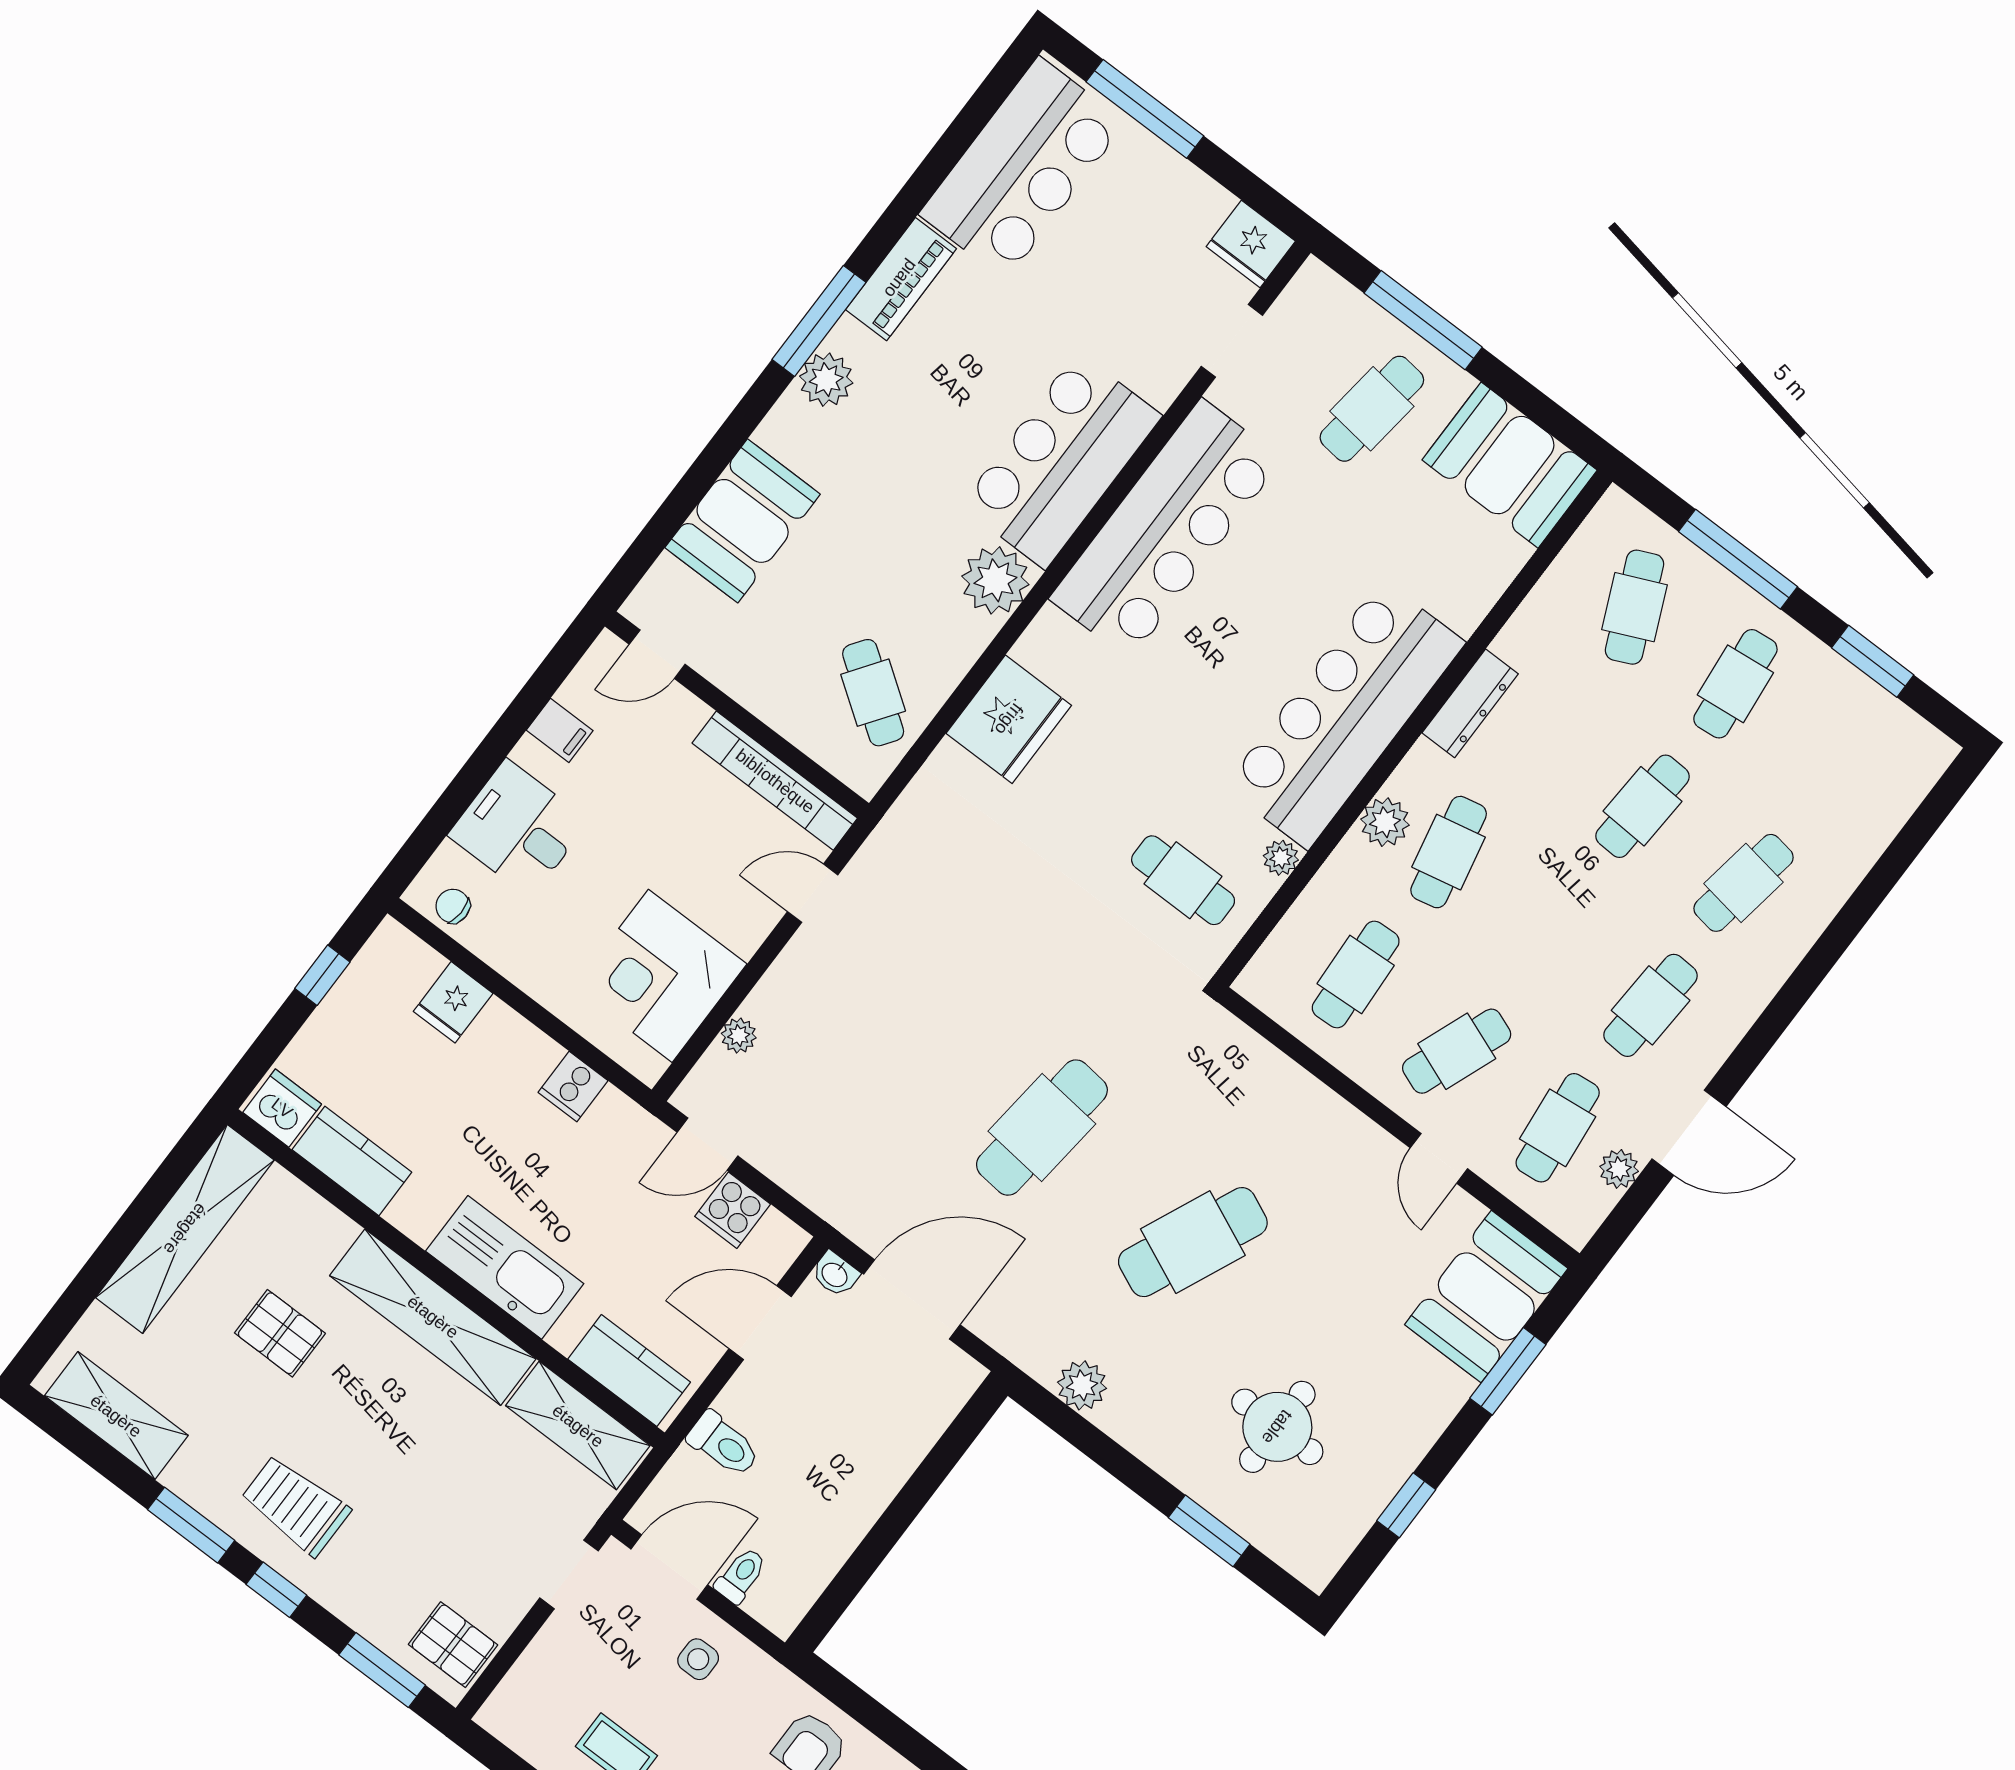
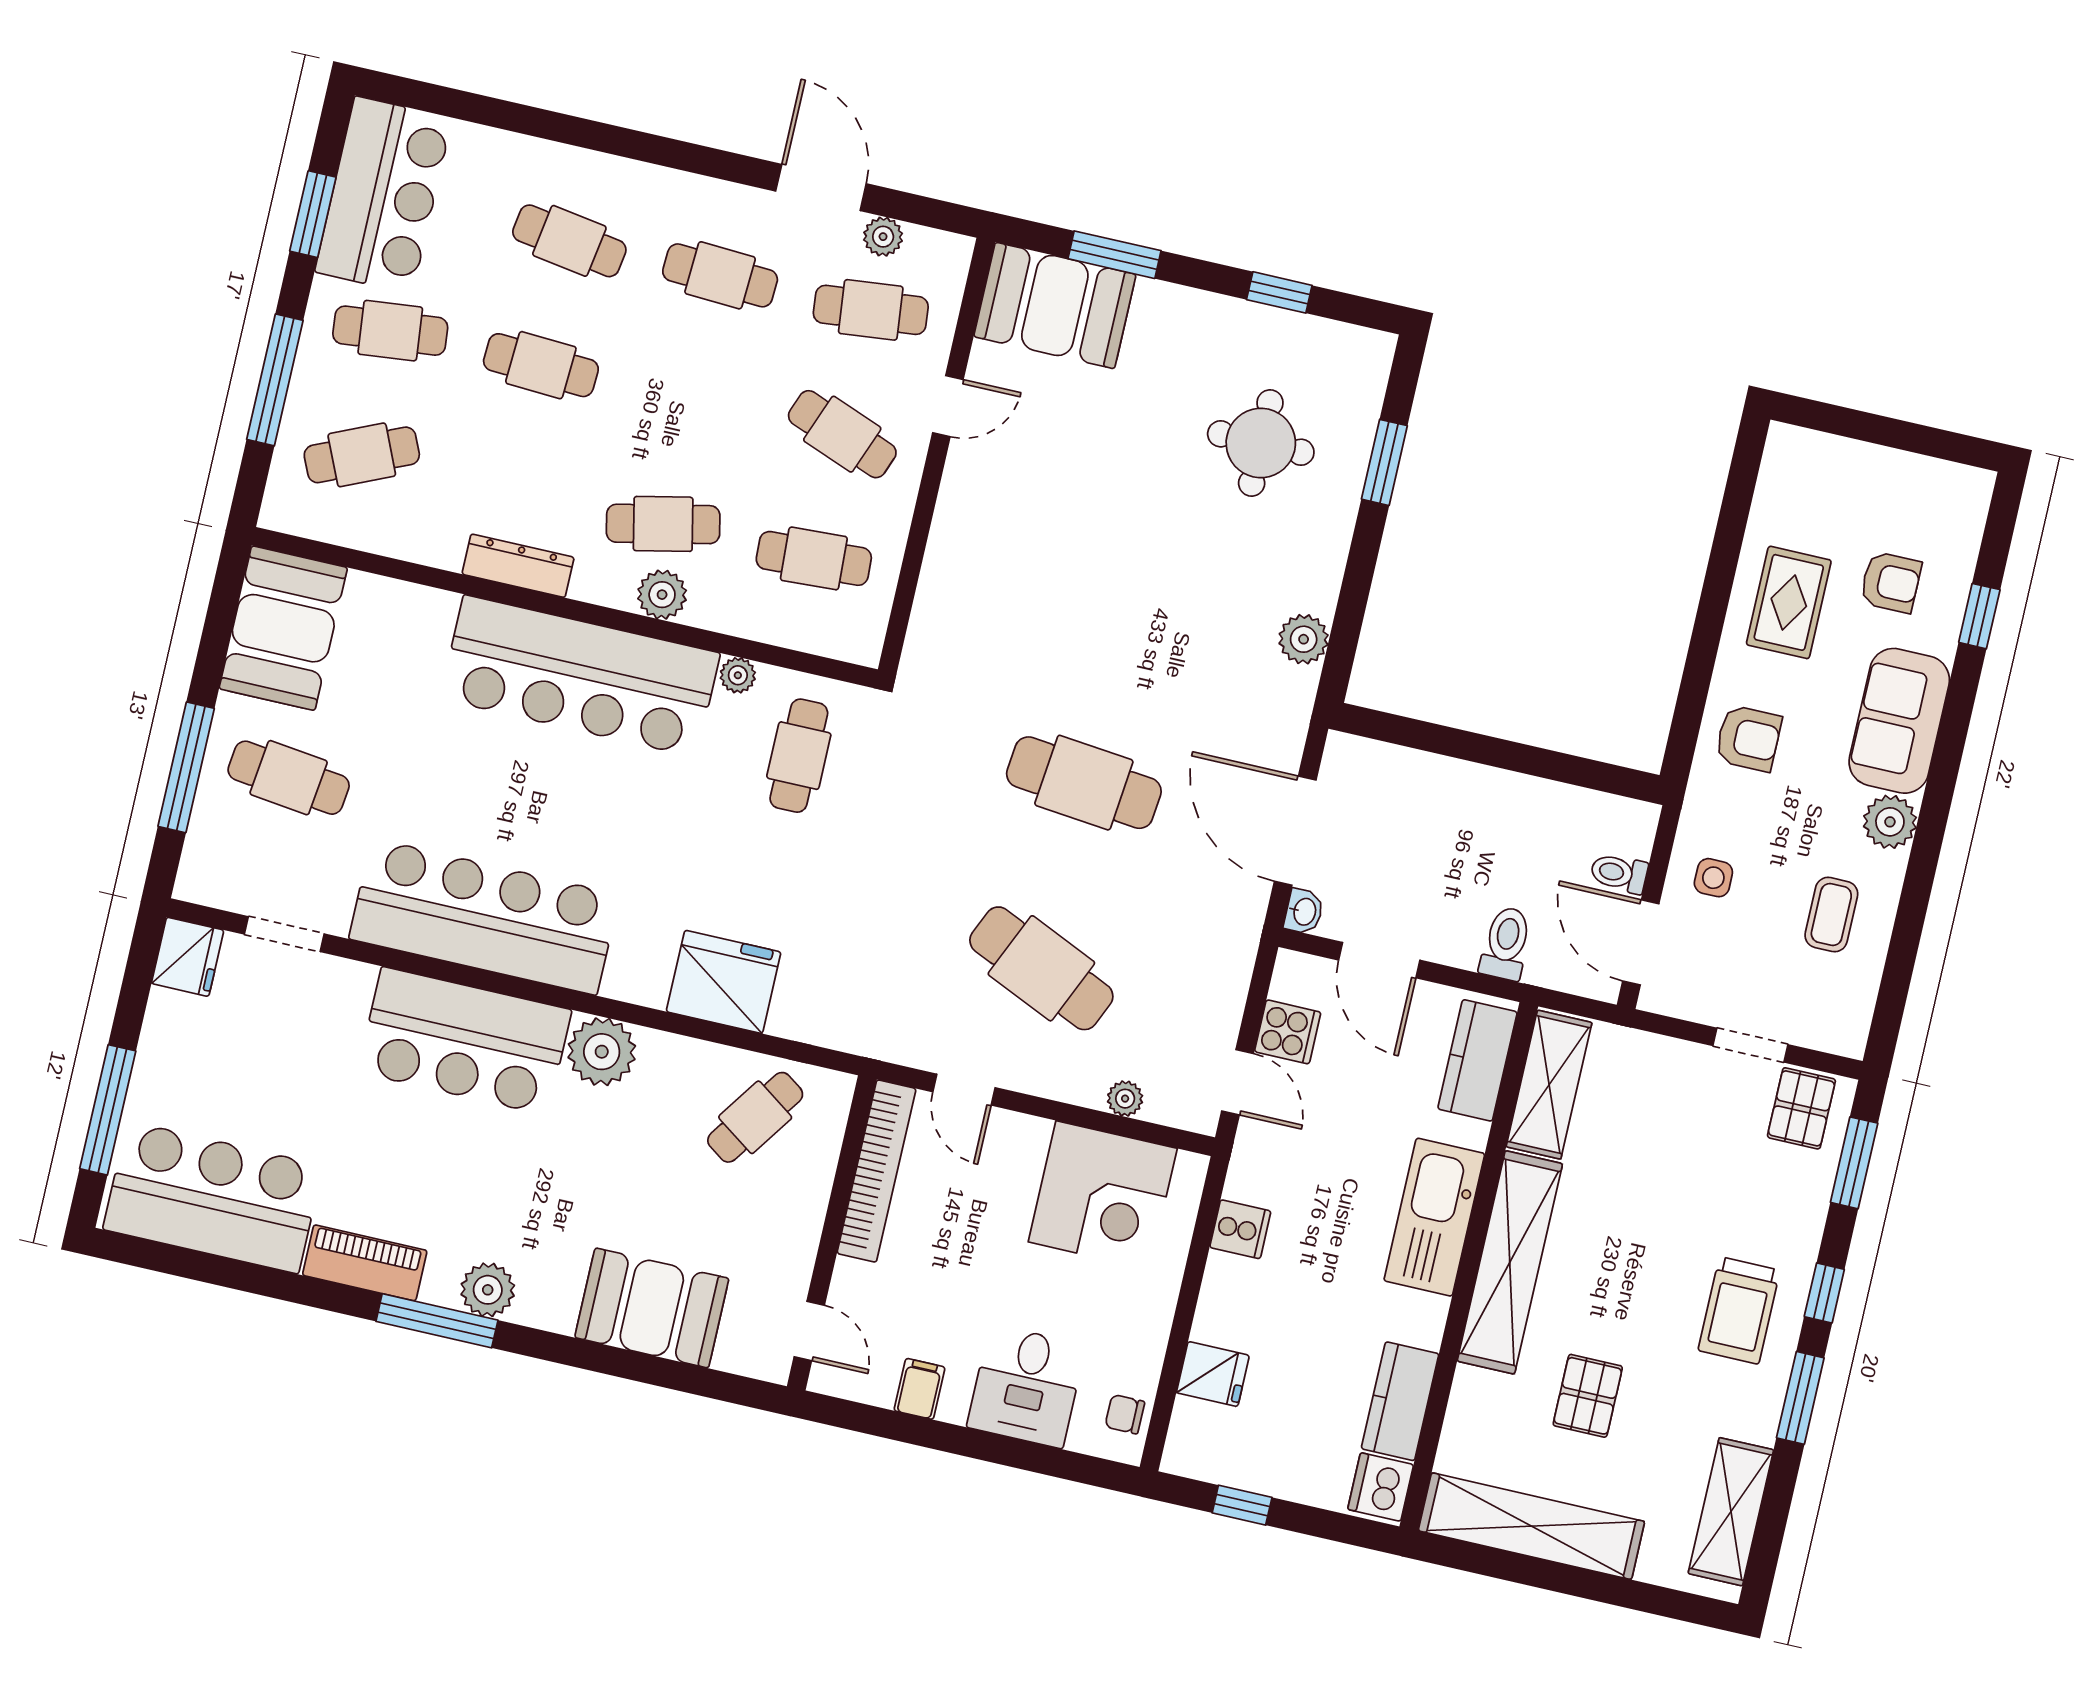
bar counter: (1861, 733) -> (384, 195), added
chair: (453, 906) -> (1125, 1414), turned 88
cafe table: (1193, 1242) -> (1041, 968), moved
doorway: (569, 1574) -> (1750, 1045), moved

